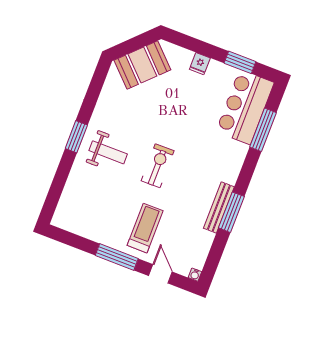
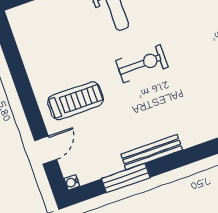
window: (231, 212) -> (126, 178), moved
window: (117, 257) -> (27, 97), removed

